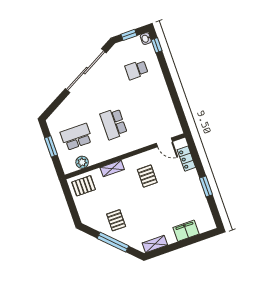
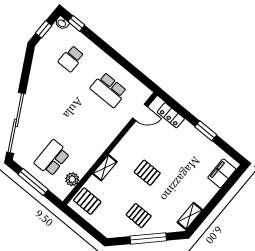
sliding door: (86, 71) -> (16, 123), moved
school desk: (114, 124) -> (109, 90), moved
window: (51, 146) -> (33, 182), width x1.44
pallet: (147, 176) -> (147, 173), moved
pallet: (84, 186) -> (87, 201), turned 90
filing cabinet: (186, 231) -> (222, 173), moved

